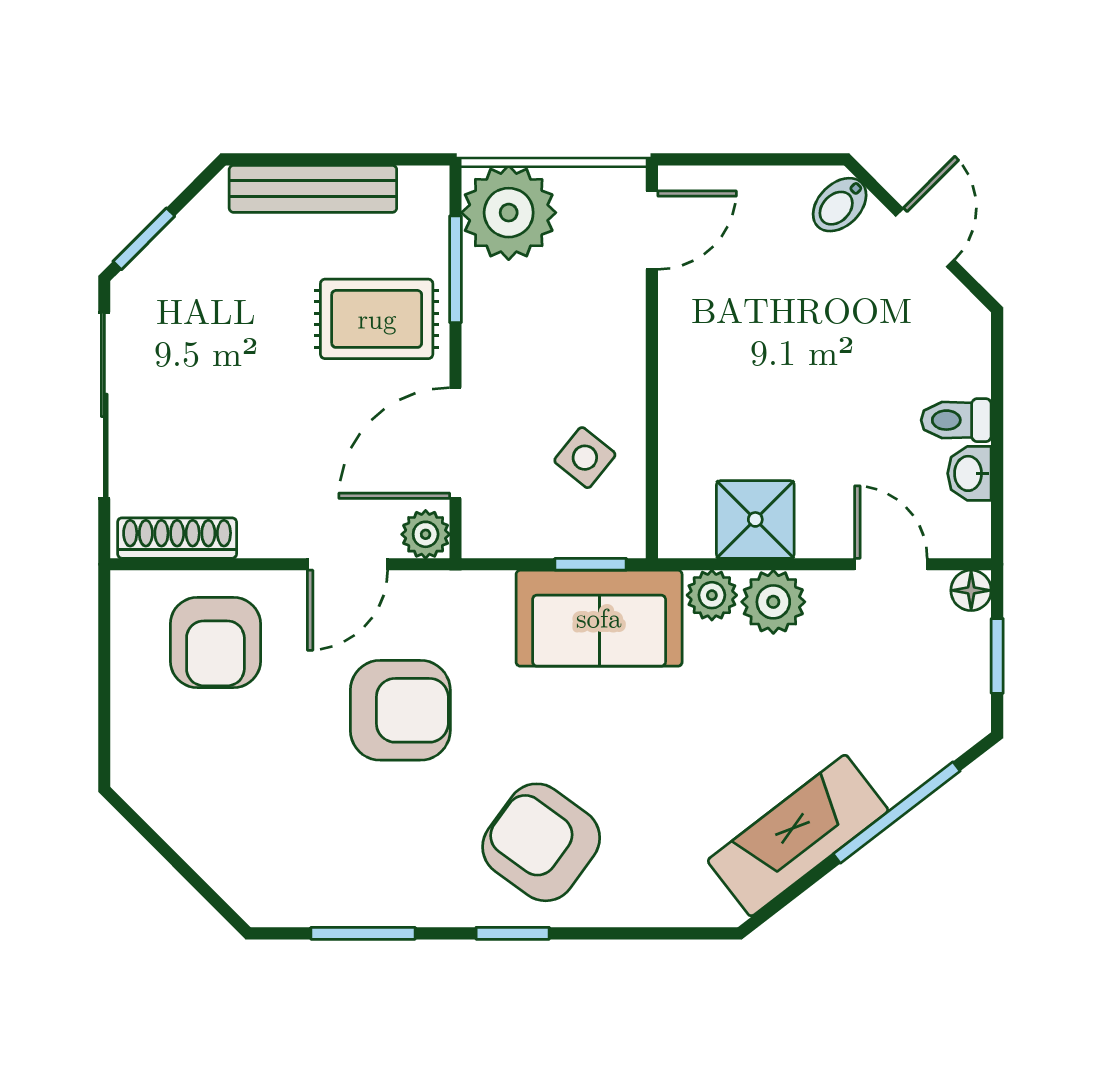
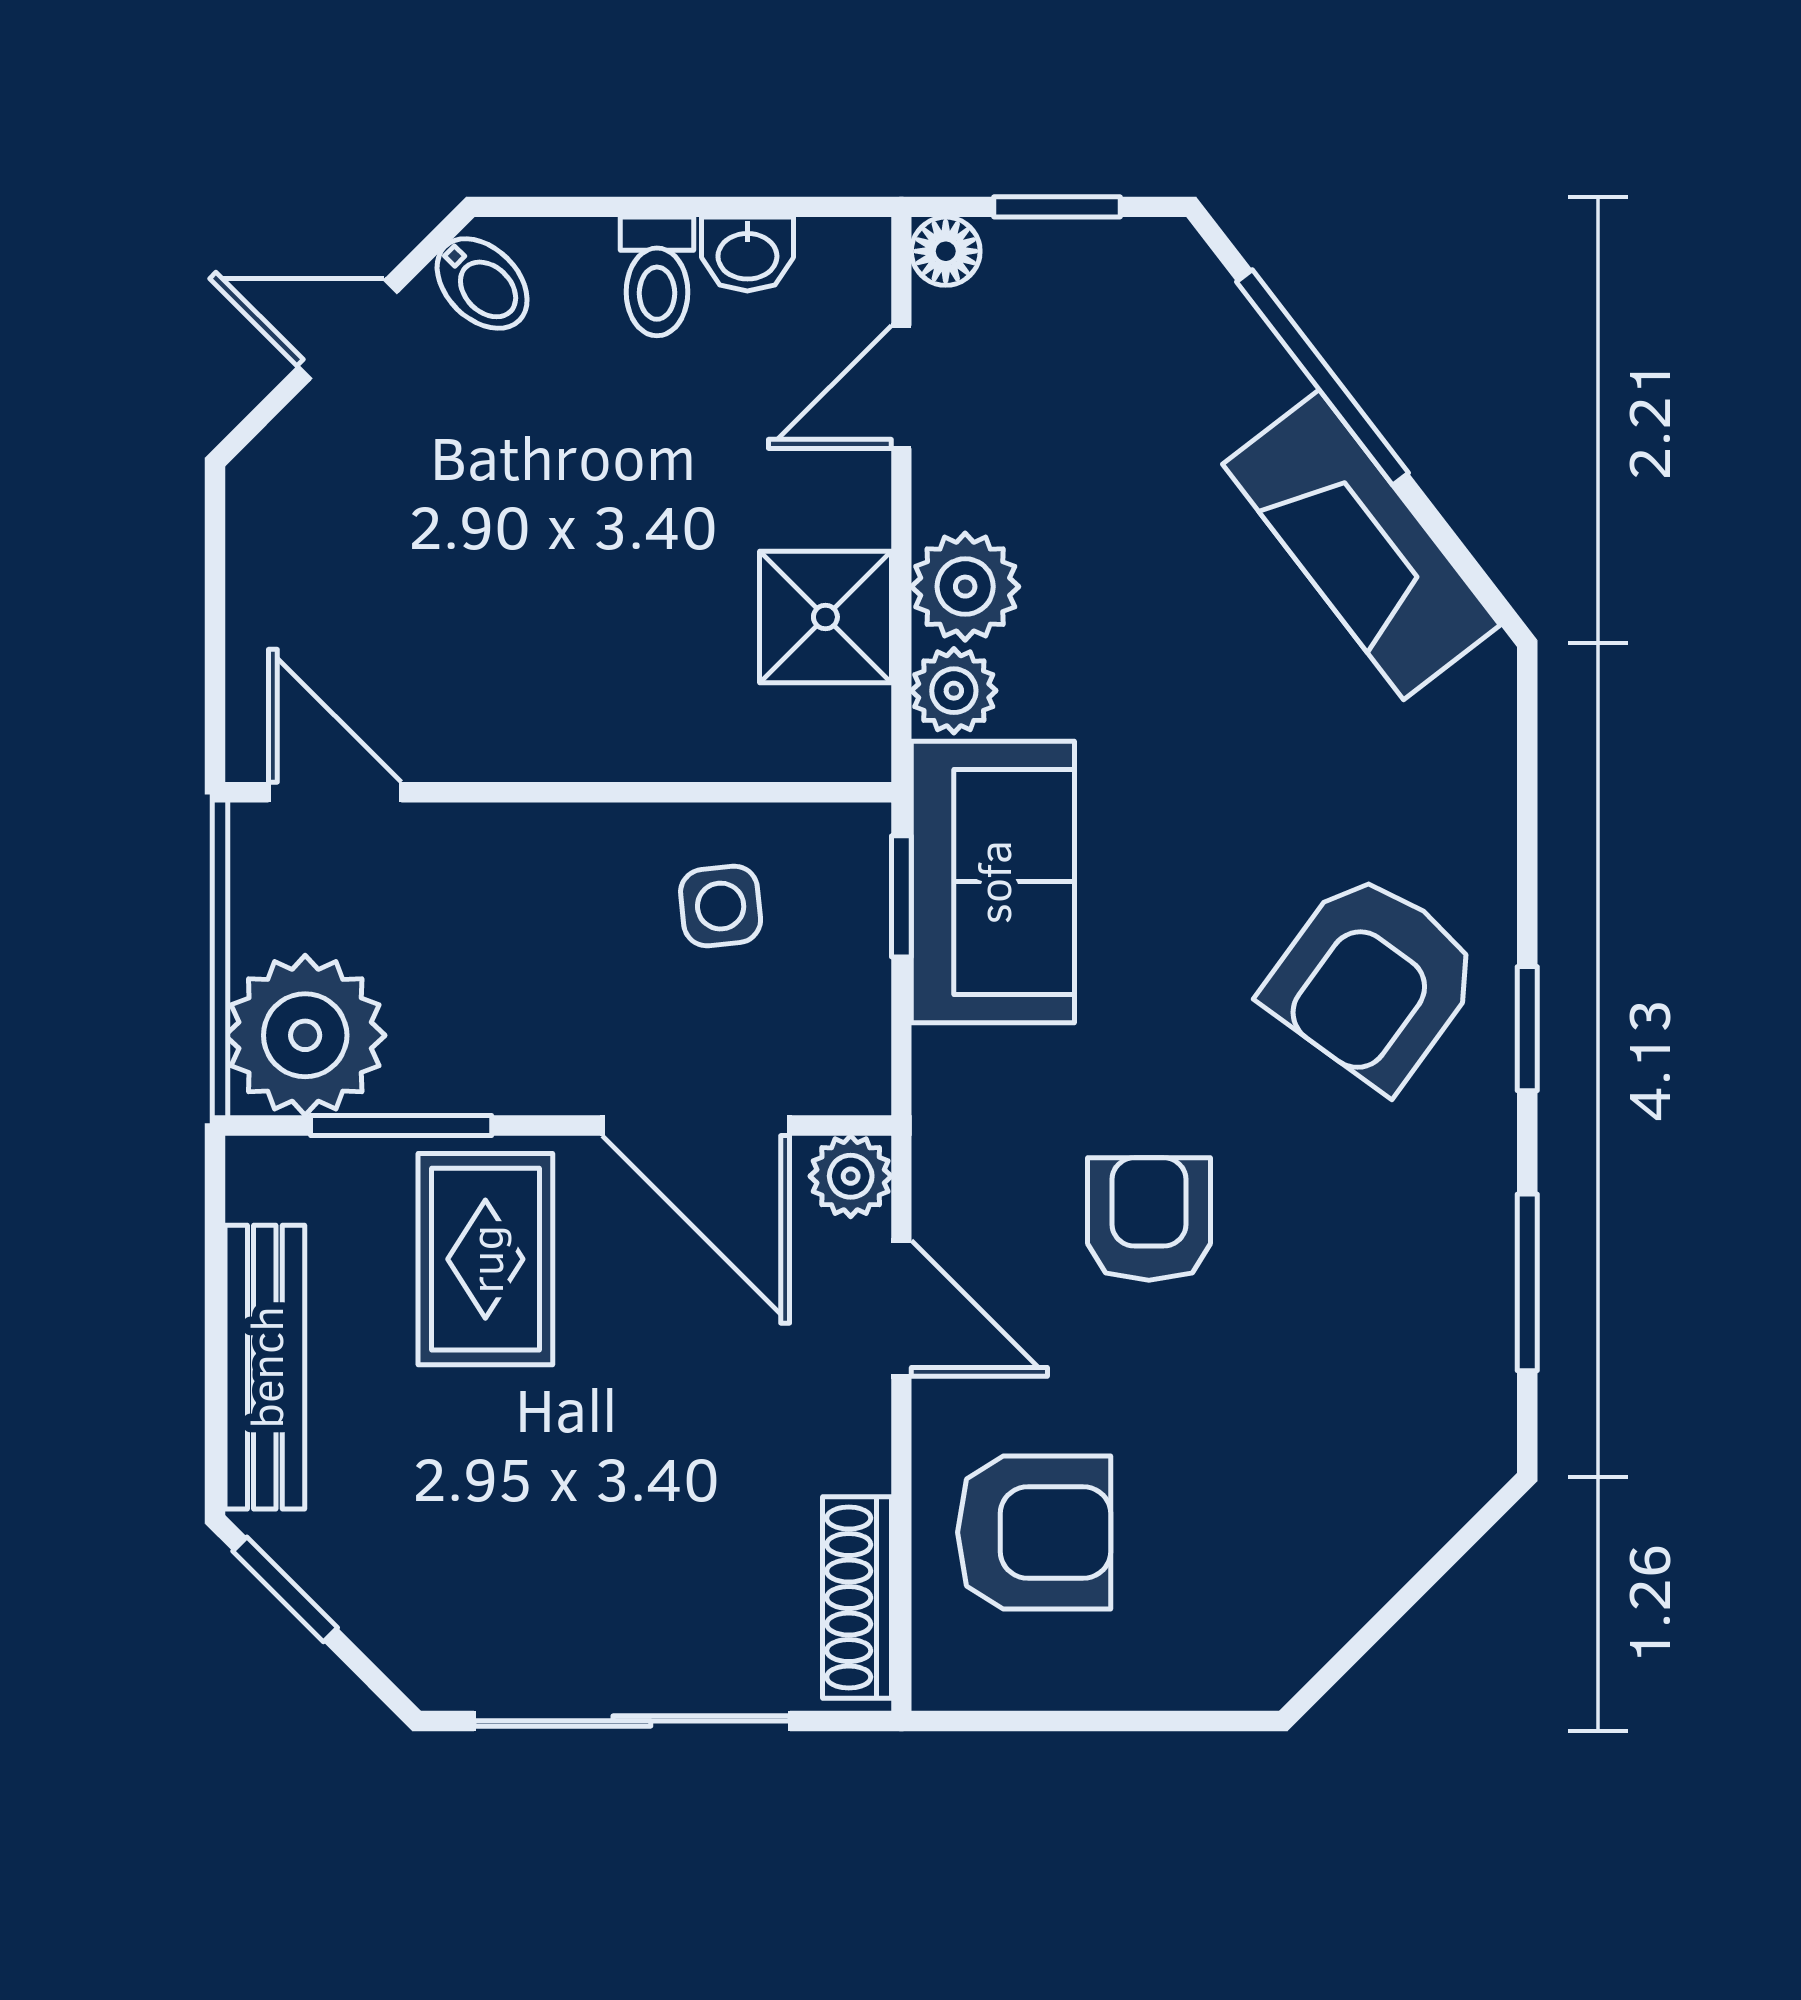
bidet: (840, 205) -> (482, 284), moved
window: (144, 239) -> (285, 1589), moved
side table: (585, 458) -> (721, 906), turned 45
armchair: (400, 710) -> (1149, 1219), width x0.72, depth x0.72

